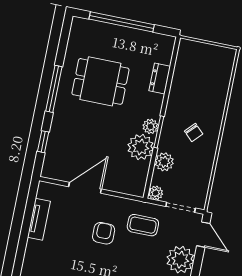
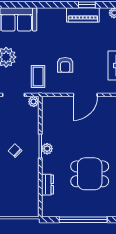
plant: (141, 147) -> (51, 132), removed
plant: (164, 162) -> (32, 125), removed
coffee table: (143, 225) -> (38, 77), turned 90

